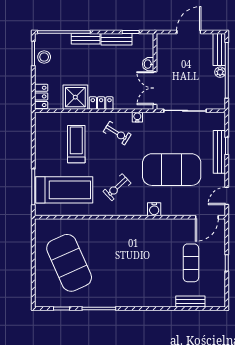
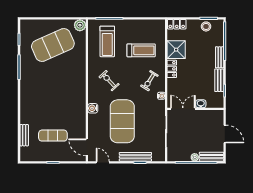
treadmill: (64, 190) -> (107, 41), width x0.73, depth x0.73
plant: (42, 226) -> (80, 25), added

